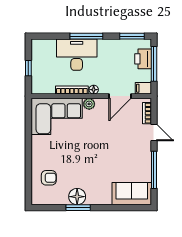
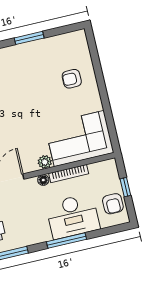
armchair: (42, 57) -> (113, 204), added
armchair: (49, 178) -> (72, 79), moved
floor lamp: (77, 197) -> (33, 51), removed

